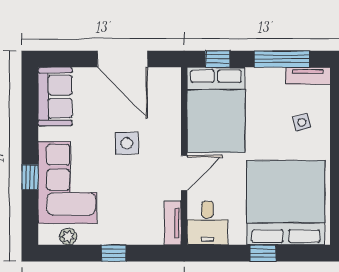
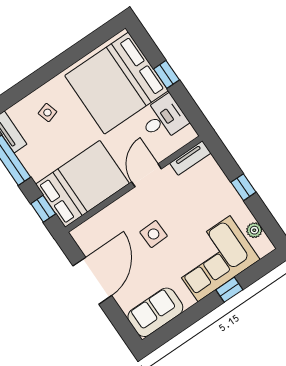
door: (184, 173) -> (147, 175), hinge flipped
desk: (208, 223) -> (163, 119), moved

